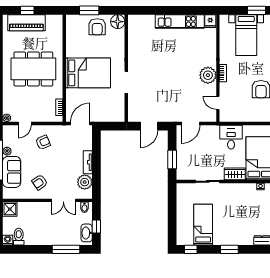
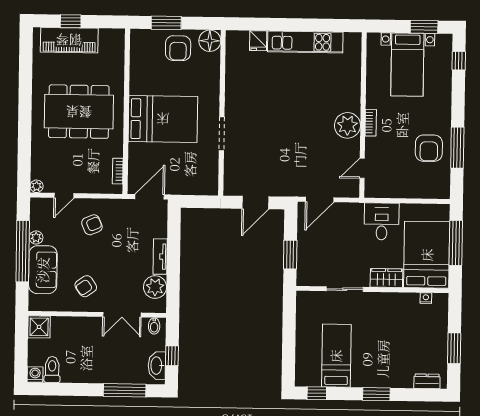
fridge: (210, 21) -> (258, 41), moved
door: (218, 103) -> (362, 168), hinge flipped

